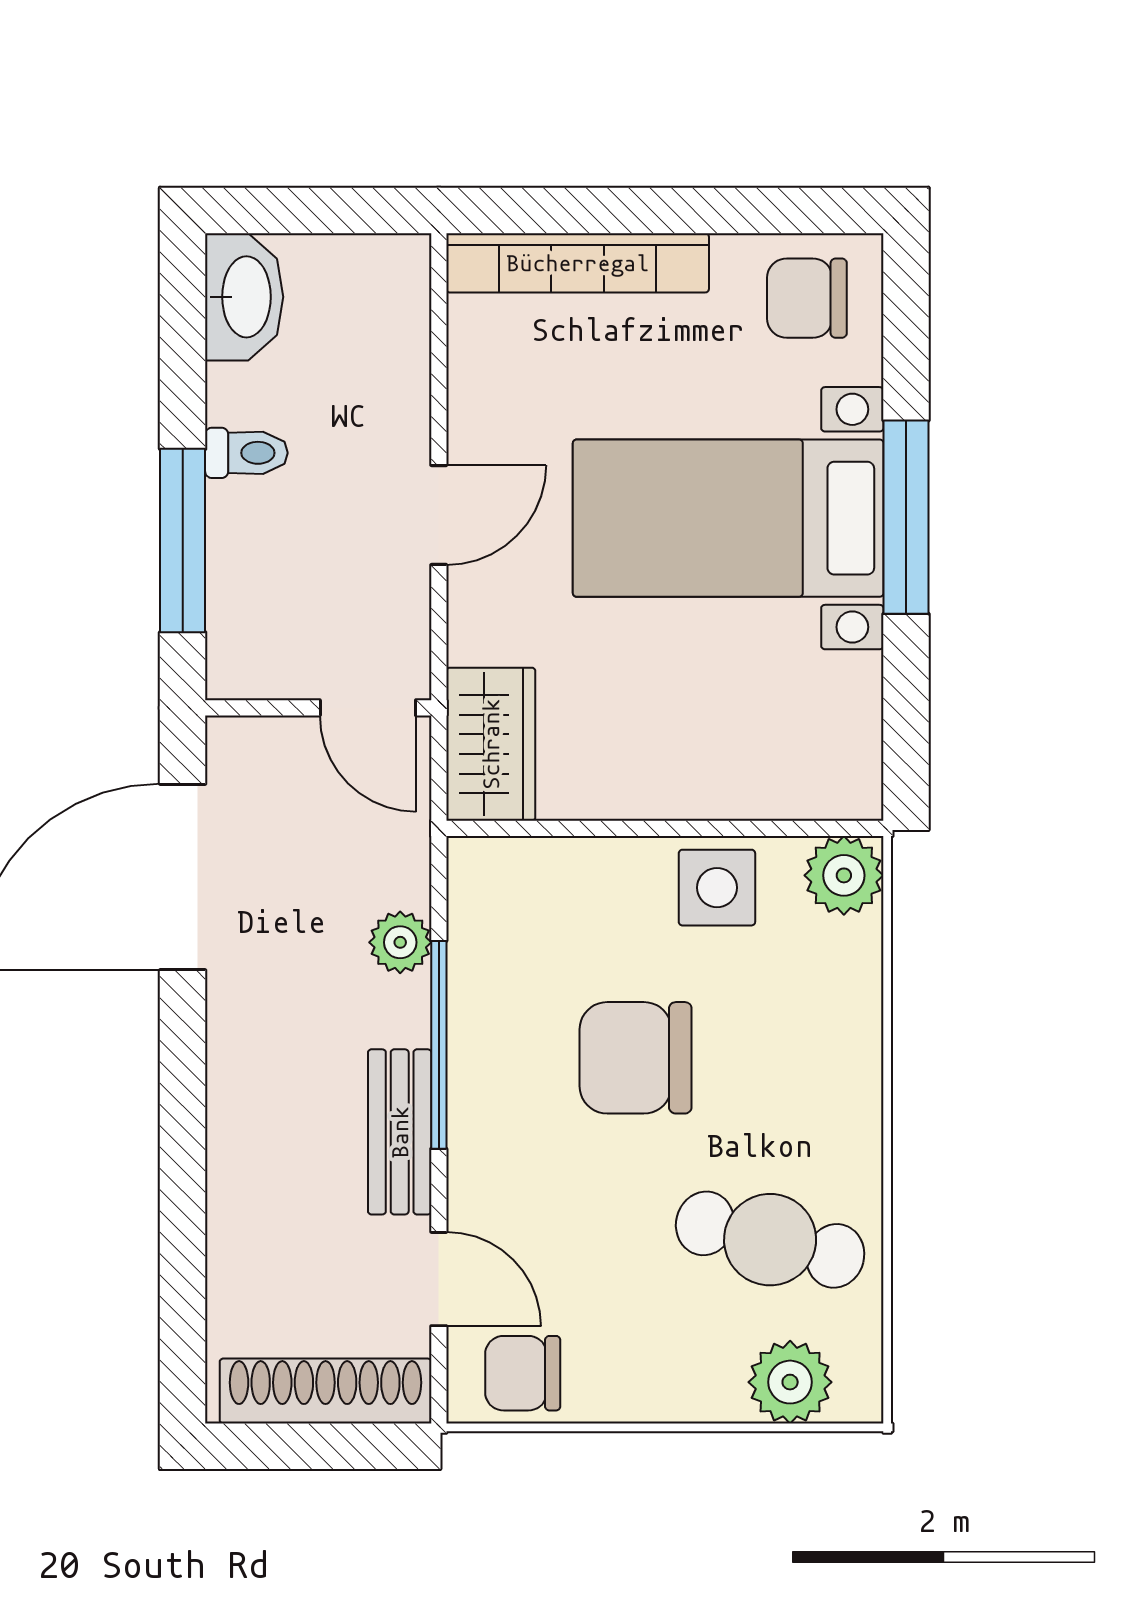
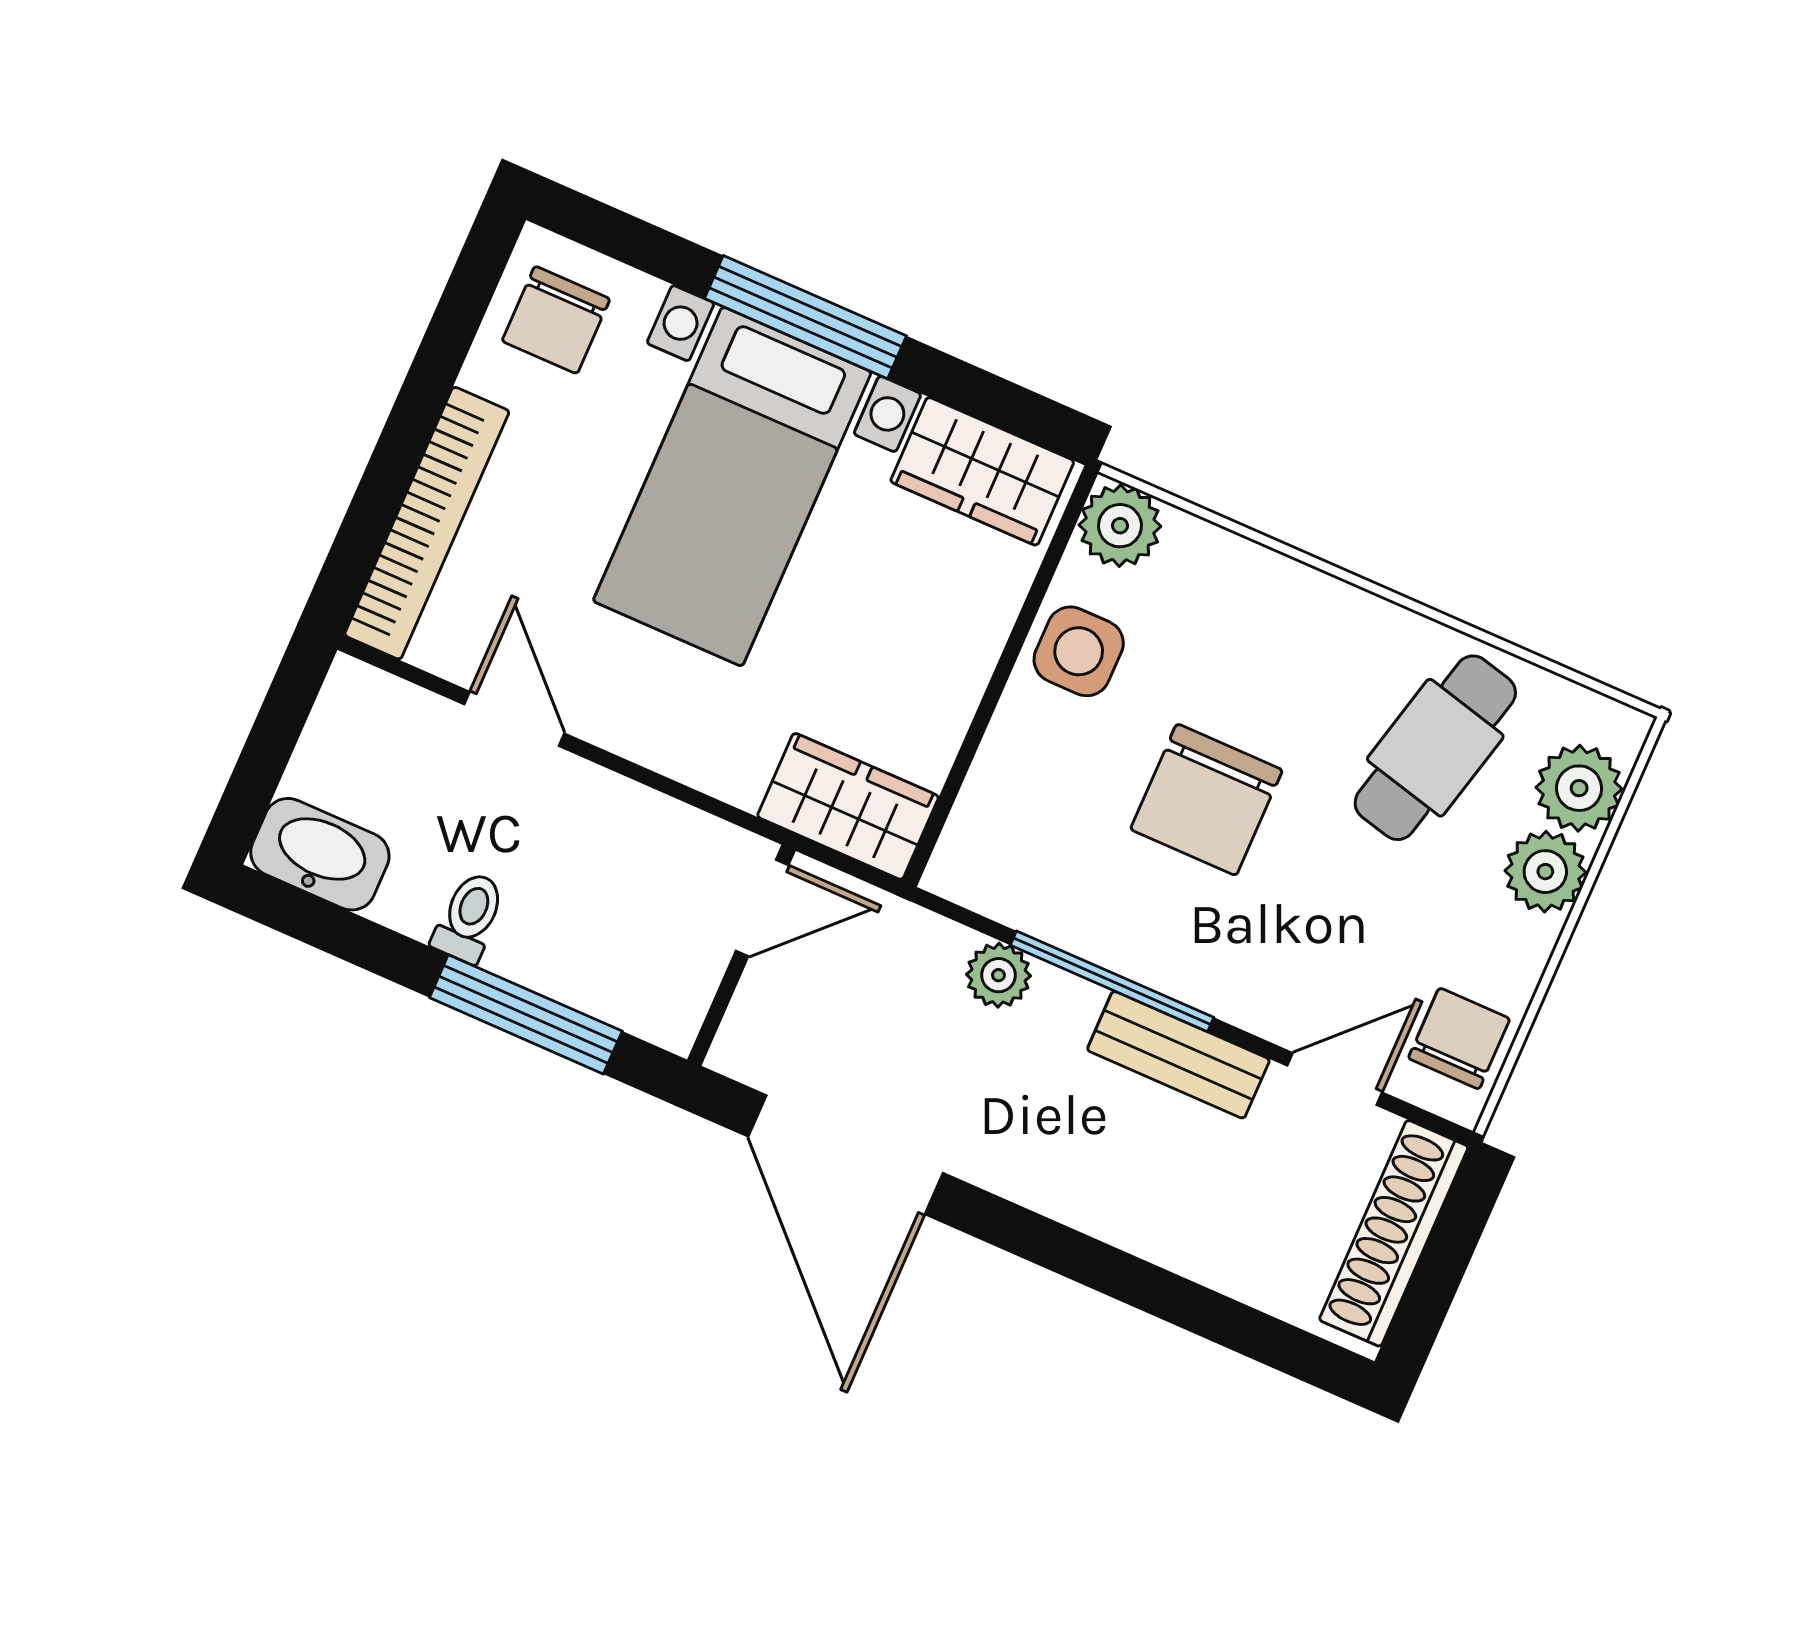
door: (439, 515) -> (514, 719), moved
wardrobe: (838, 733) -> (982, 471), added
chair: (523, 1373) -> (1459, 1038), turned 180
plant: (703, 1385) -> (1545, 872), added

